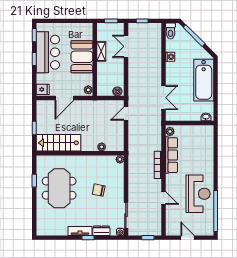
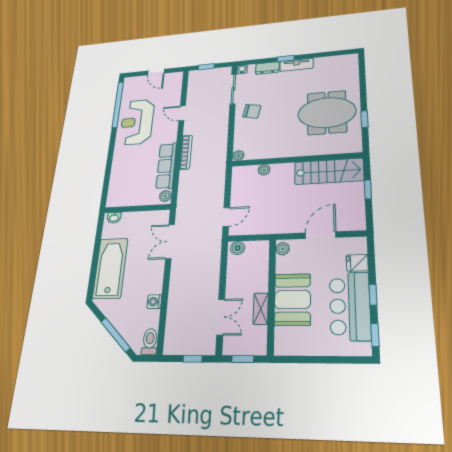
fridge: (43, 89) -> (357, 263), moved
meeting table: (59, 188) -> (327, 113), turned 90
chair: (99, 190) -> (252, 111), moved

